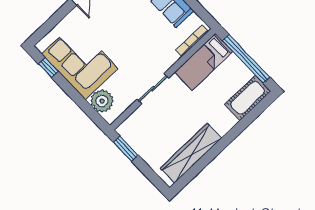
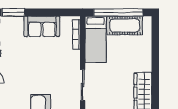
cot: (248, 98) -> (125, 25), moved, turned 90

